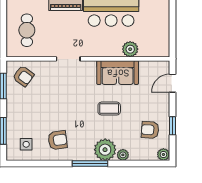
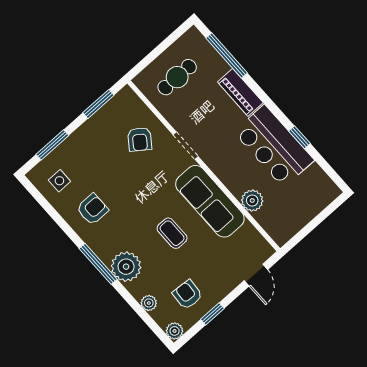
sofa: (118, 73) -> (210, 201), width x1.36
armchair: (23, 76) -> (140, 139), moved
door: (172, 83) -> (256, 275), swing flipped
armchair: (58, 140) -> (92, 209), turned -82
plant: (123, 155) -> (149, 303), moved

